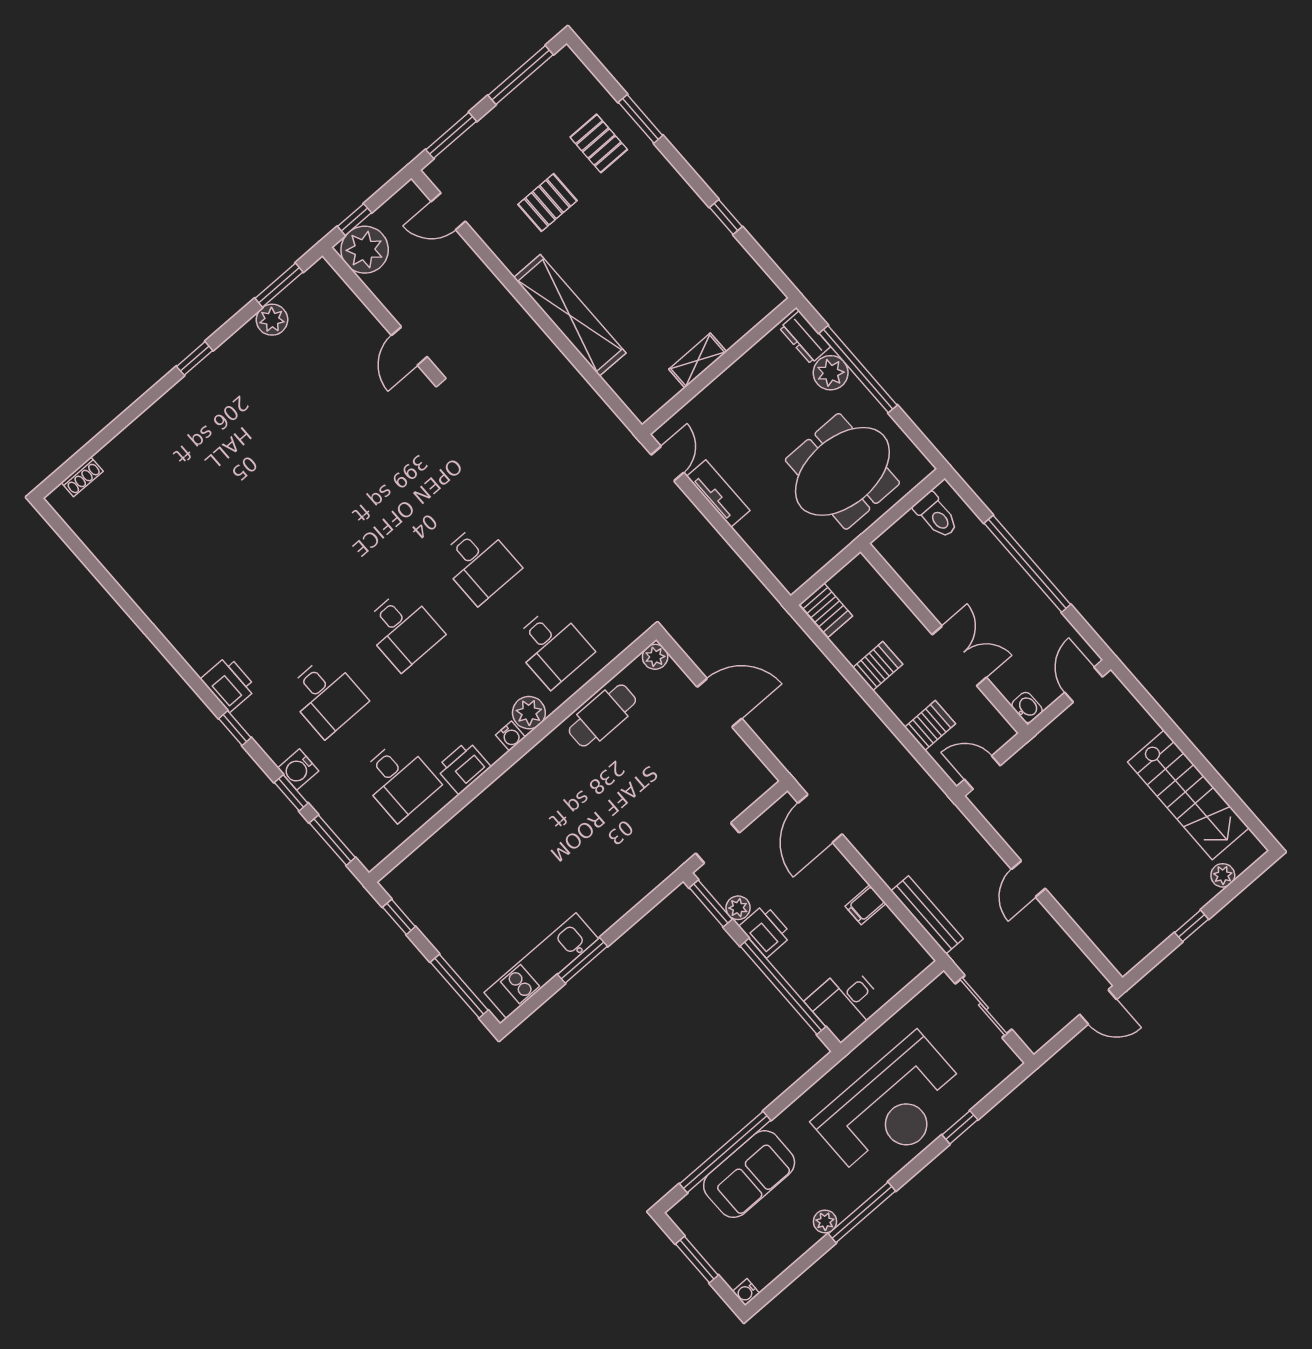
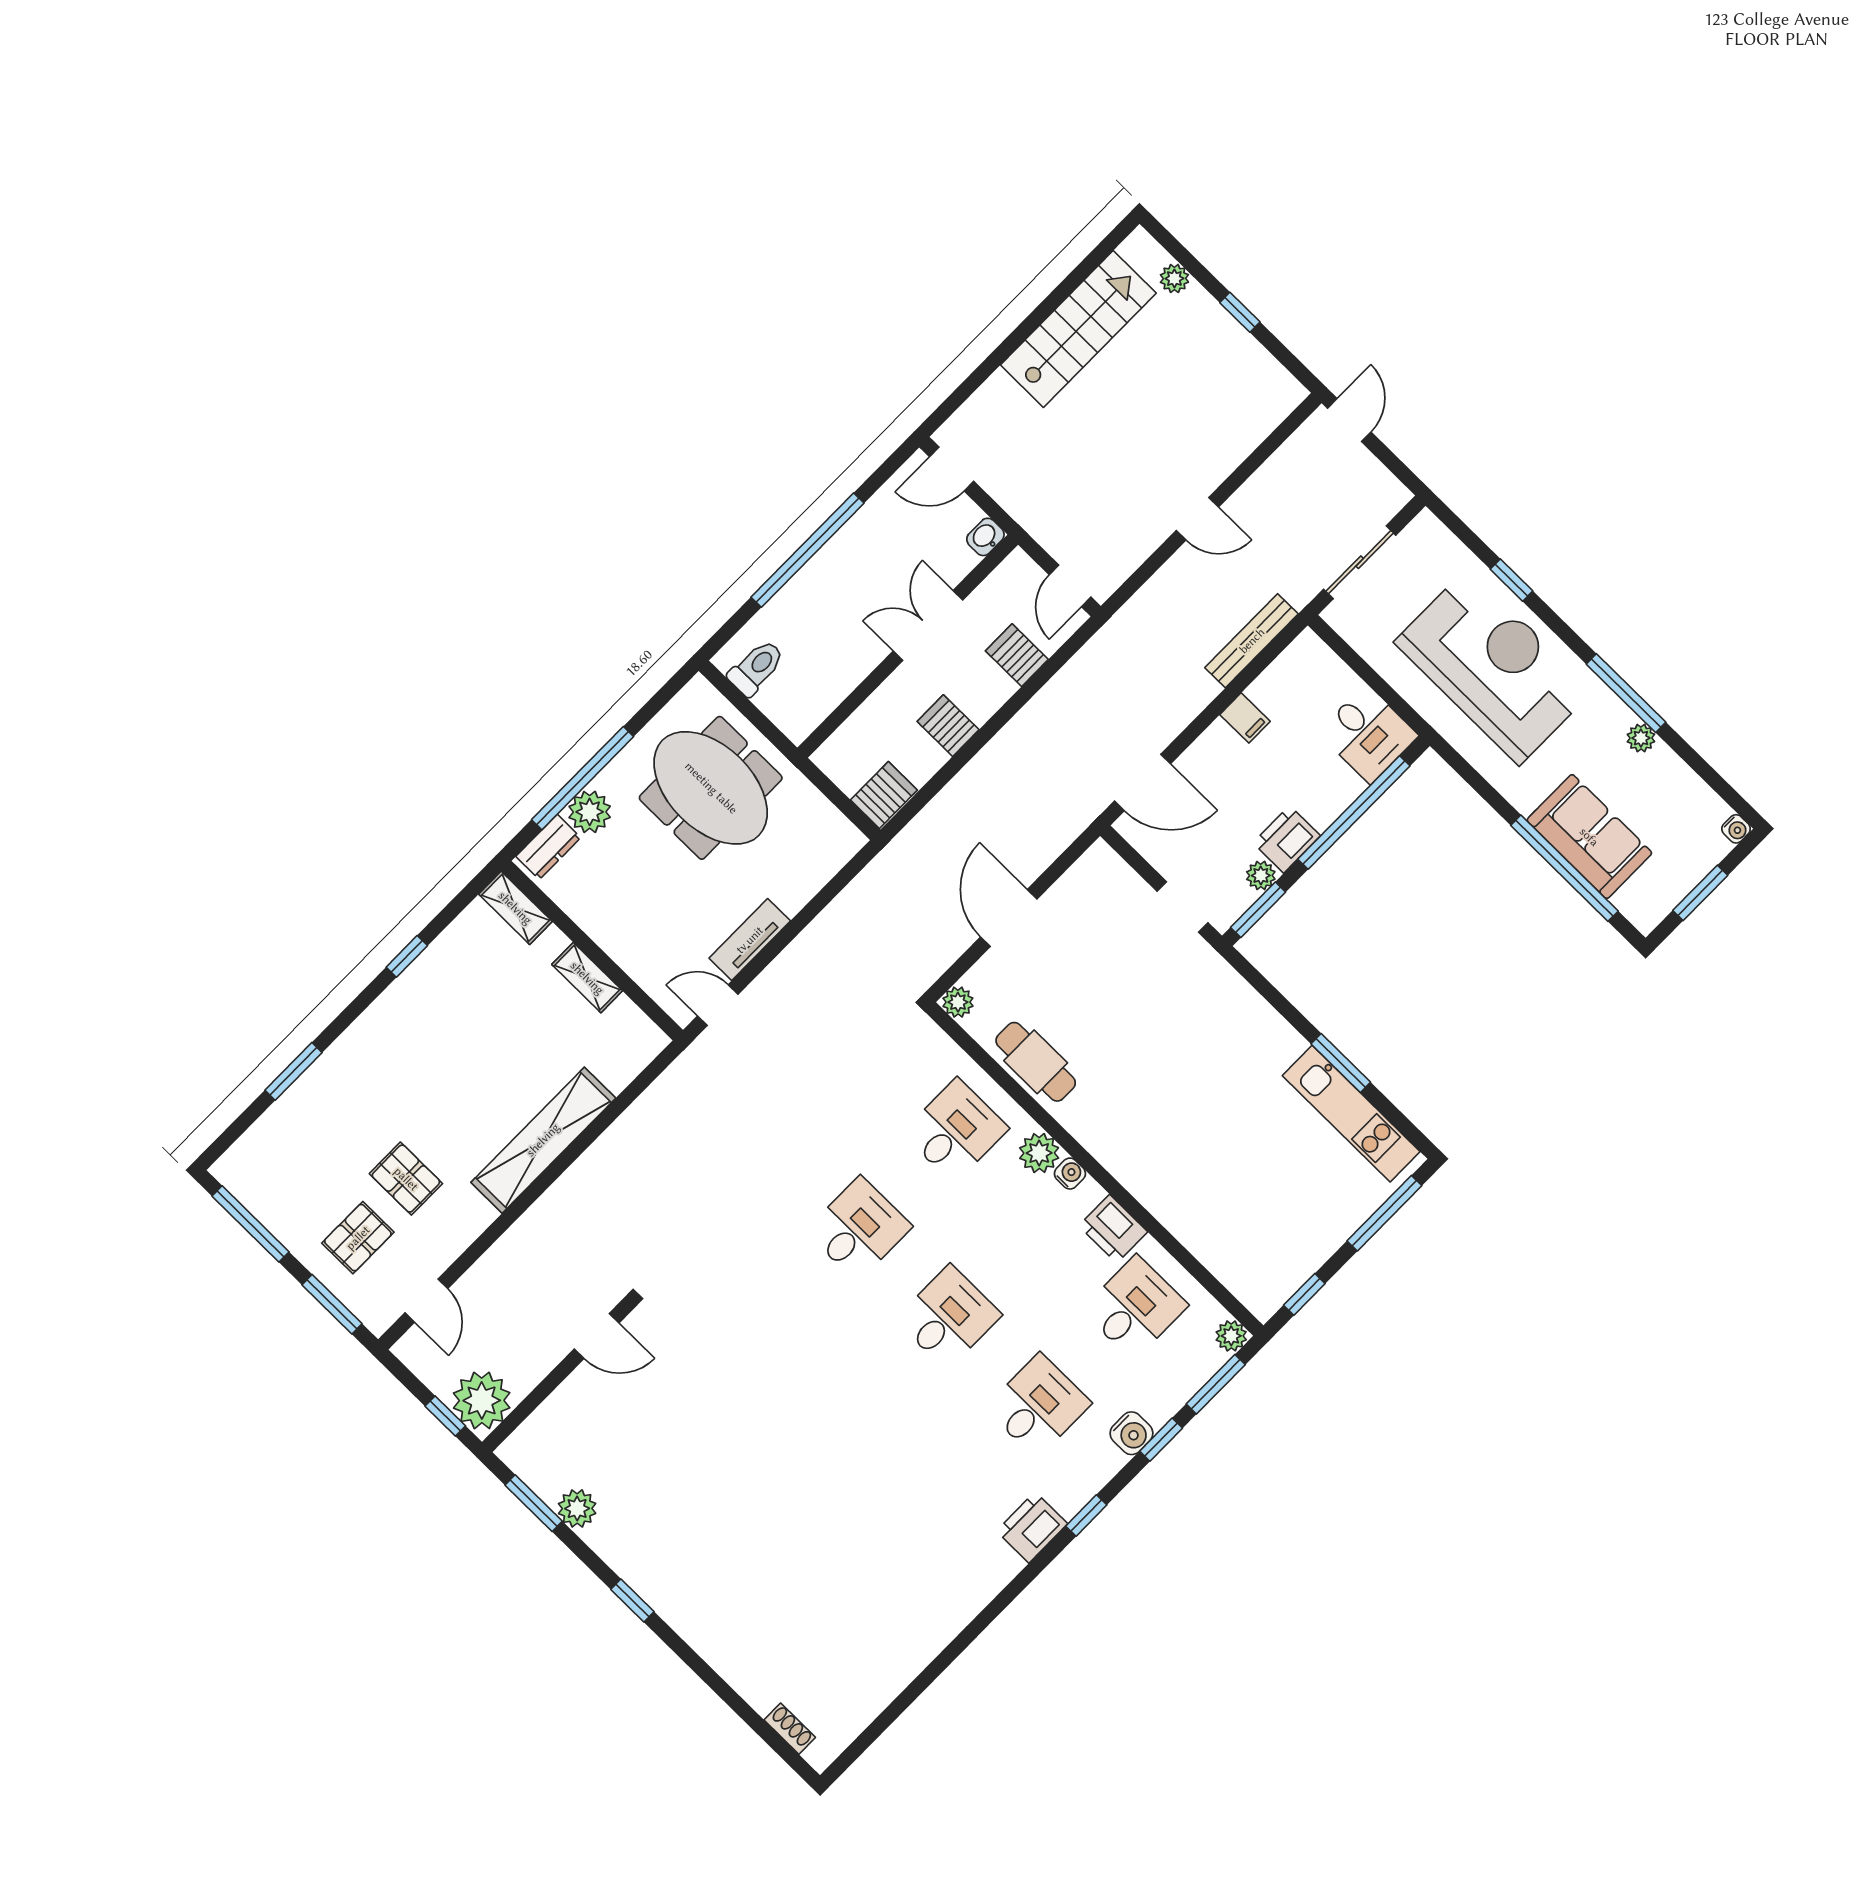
pallet: (599, 143) -> (358, 1238), moved
shelving: (758, 307) -> (515, 908), added
plant: (370, 856) -> (1231, 1336), added

